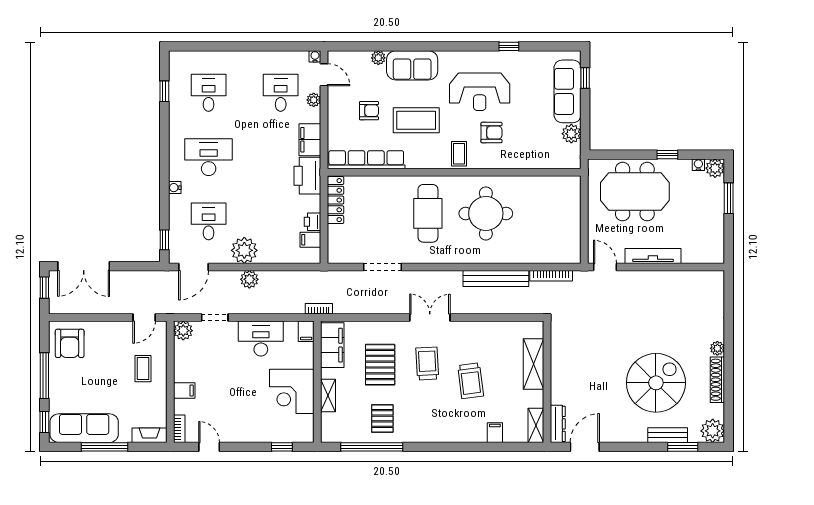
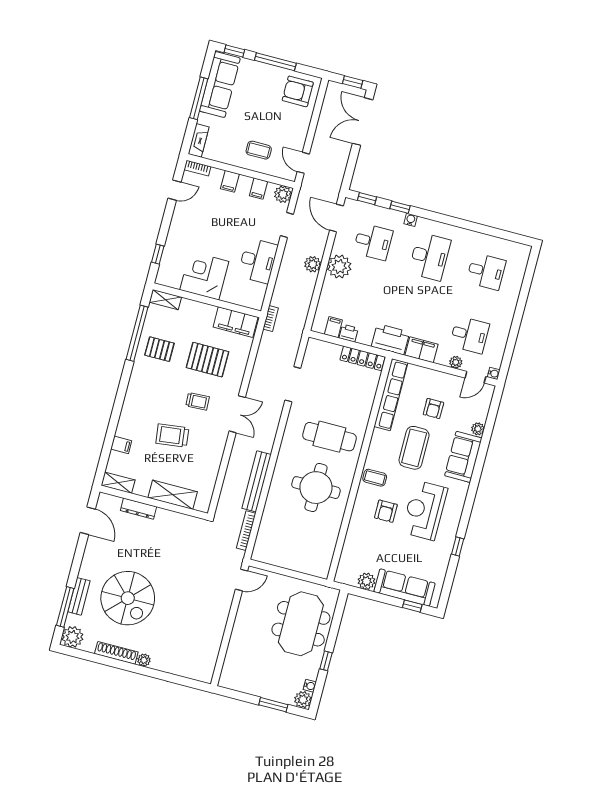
window: (164, 91) -> (400, 207), moved
tv unit: (653, 256) -> (240, 625), removed
filing cabinet: (306, 331) -> (259, 189), moved, turned -90
trolley: (427, 363) -> (198, 401), width x0.73, depth x0.72
shelving: (328, 396) -> (165, 300), moved
dresser: (558, 424) -> (139, 509), moved
window: (683, 447) -> (65, 607), width x1.44

